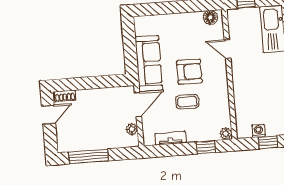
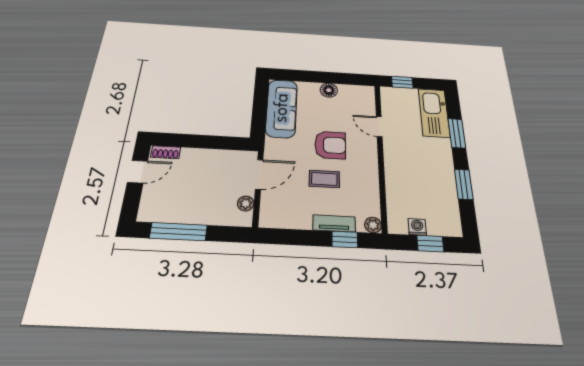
floor lamp: (210, 17) -> (329, 90), moved
sofa: (149, 63) -> (282, 108), moved
tv unit: (170, 138) -> (334, 223), moved

